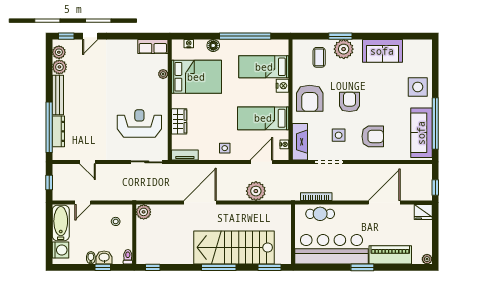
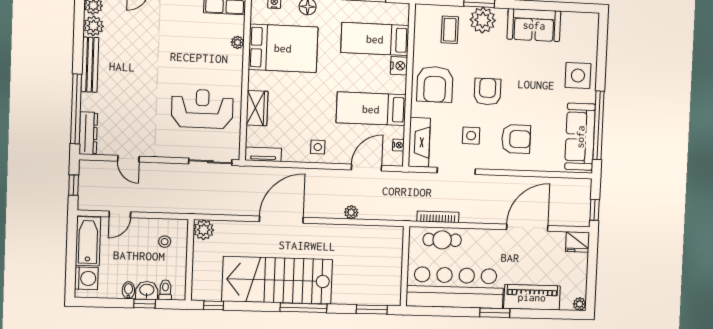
dresser: (58, 131) -> (88, 133), moved
plant: (256, 191) -> (351, 212), width x0.53, depth x0.53
stairs: (234, 247) -> (277, 280), moved
toilet: (128, 257) -> (165, 290), moved

